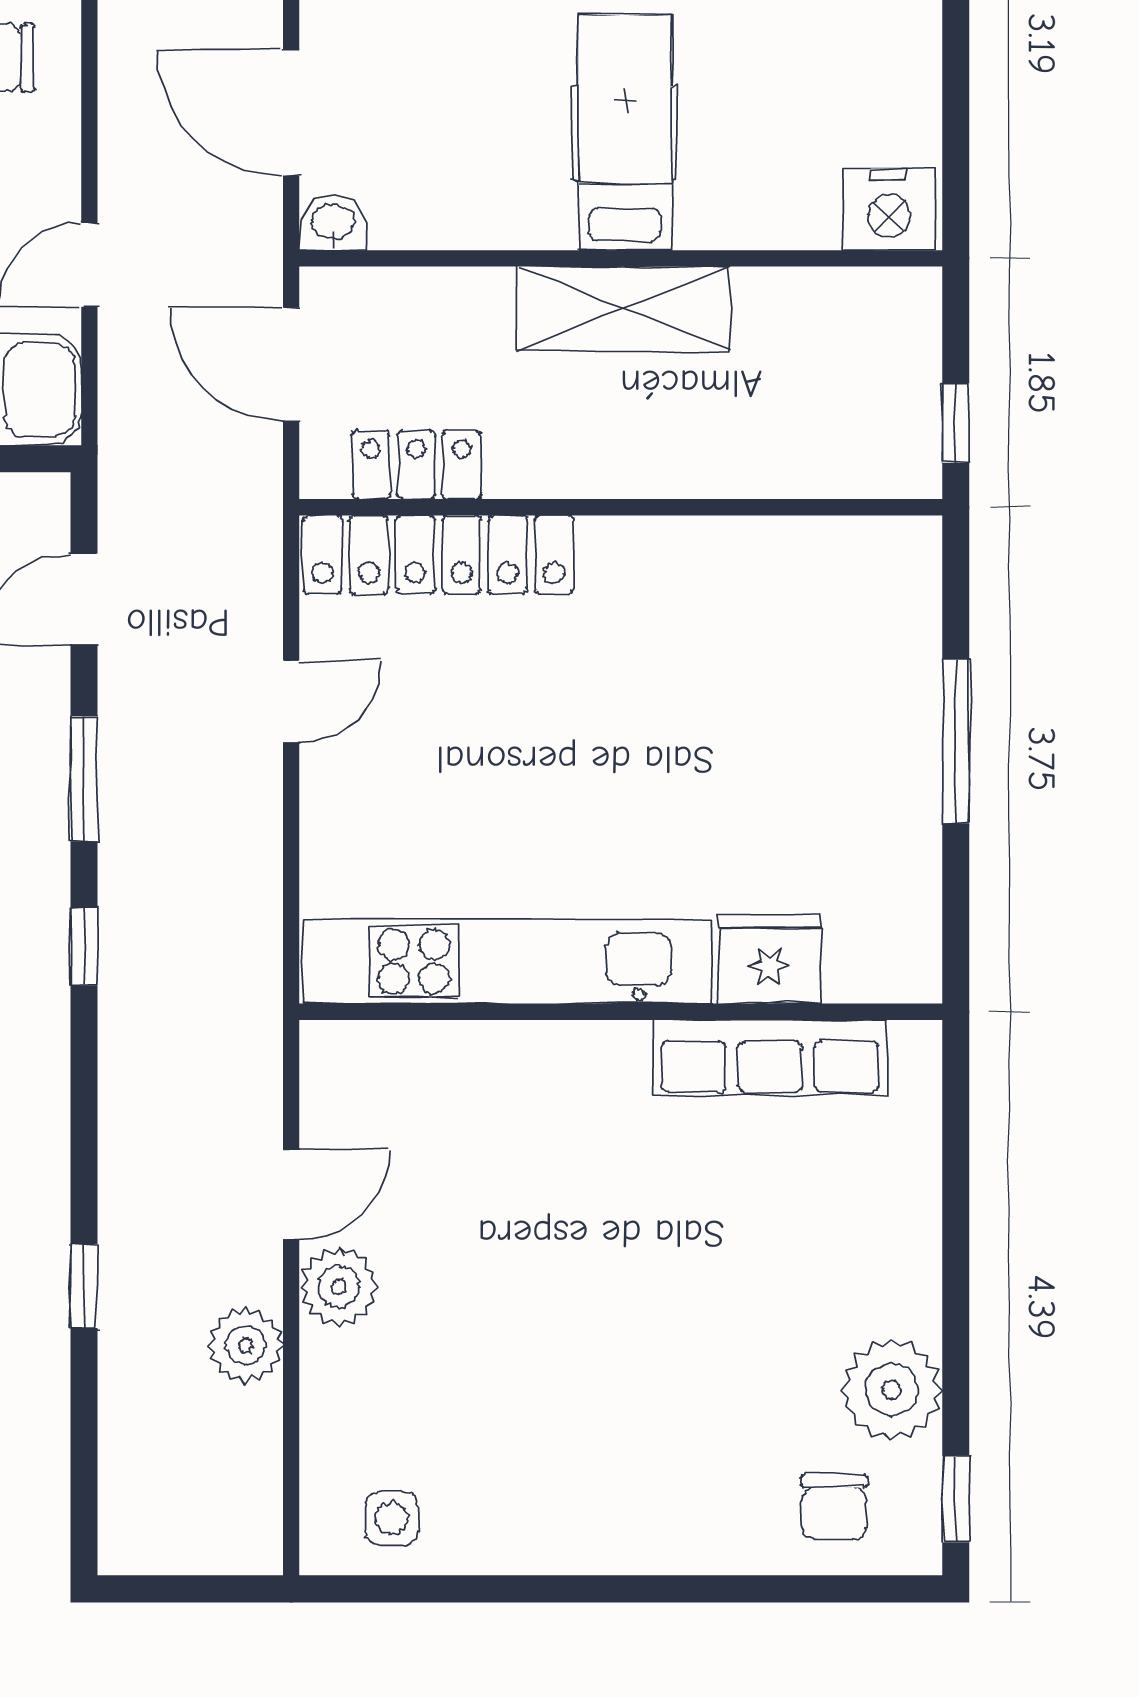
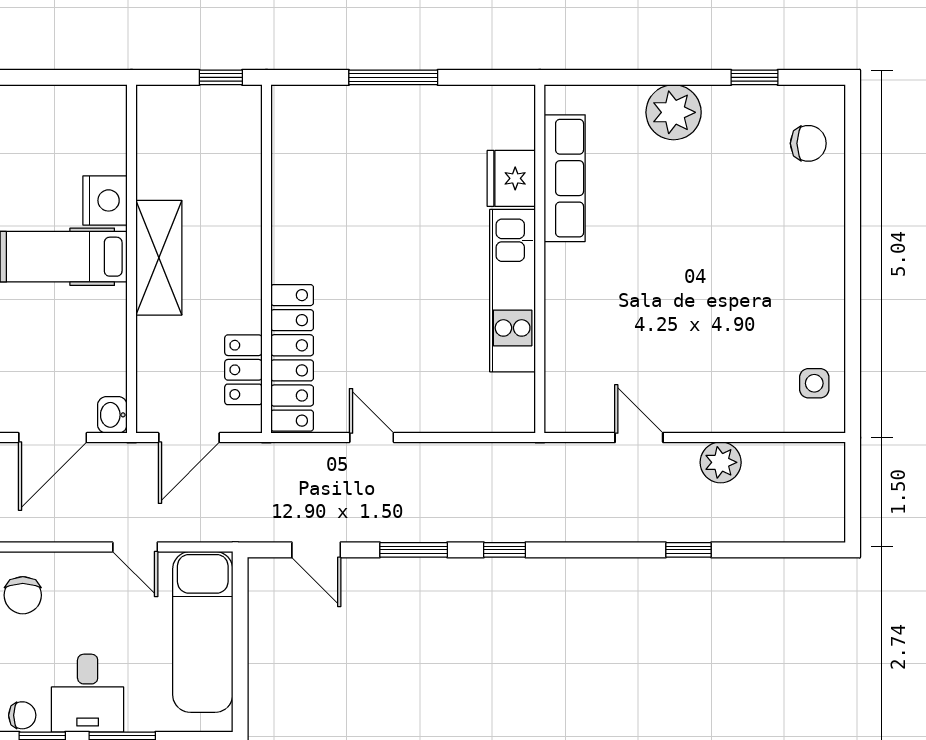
nightstand: (889, 209) -> (105, 200), moved
kitchen unit: (508, 961) -> (513, 291), width x0.73
plant: (339, 1287) -> (689, 412), removed
plant: (891, 1390) -> (674, 112), moved
window: (956, 1499) -> (754, 77), moved

